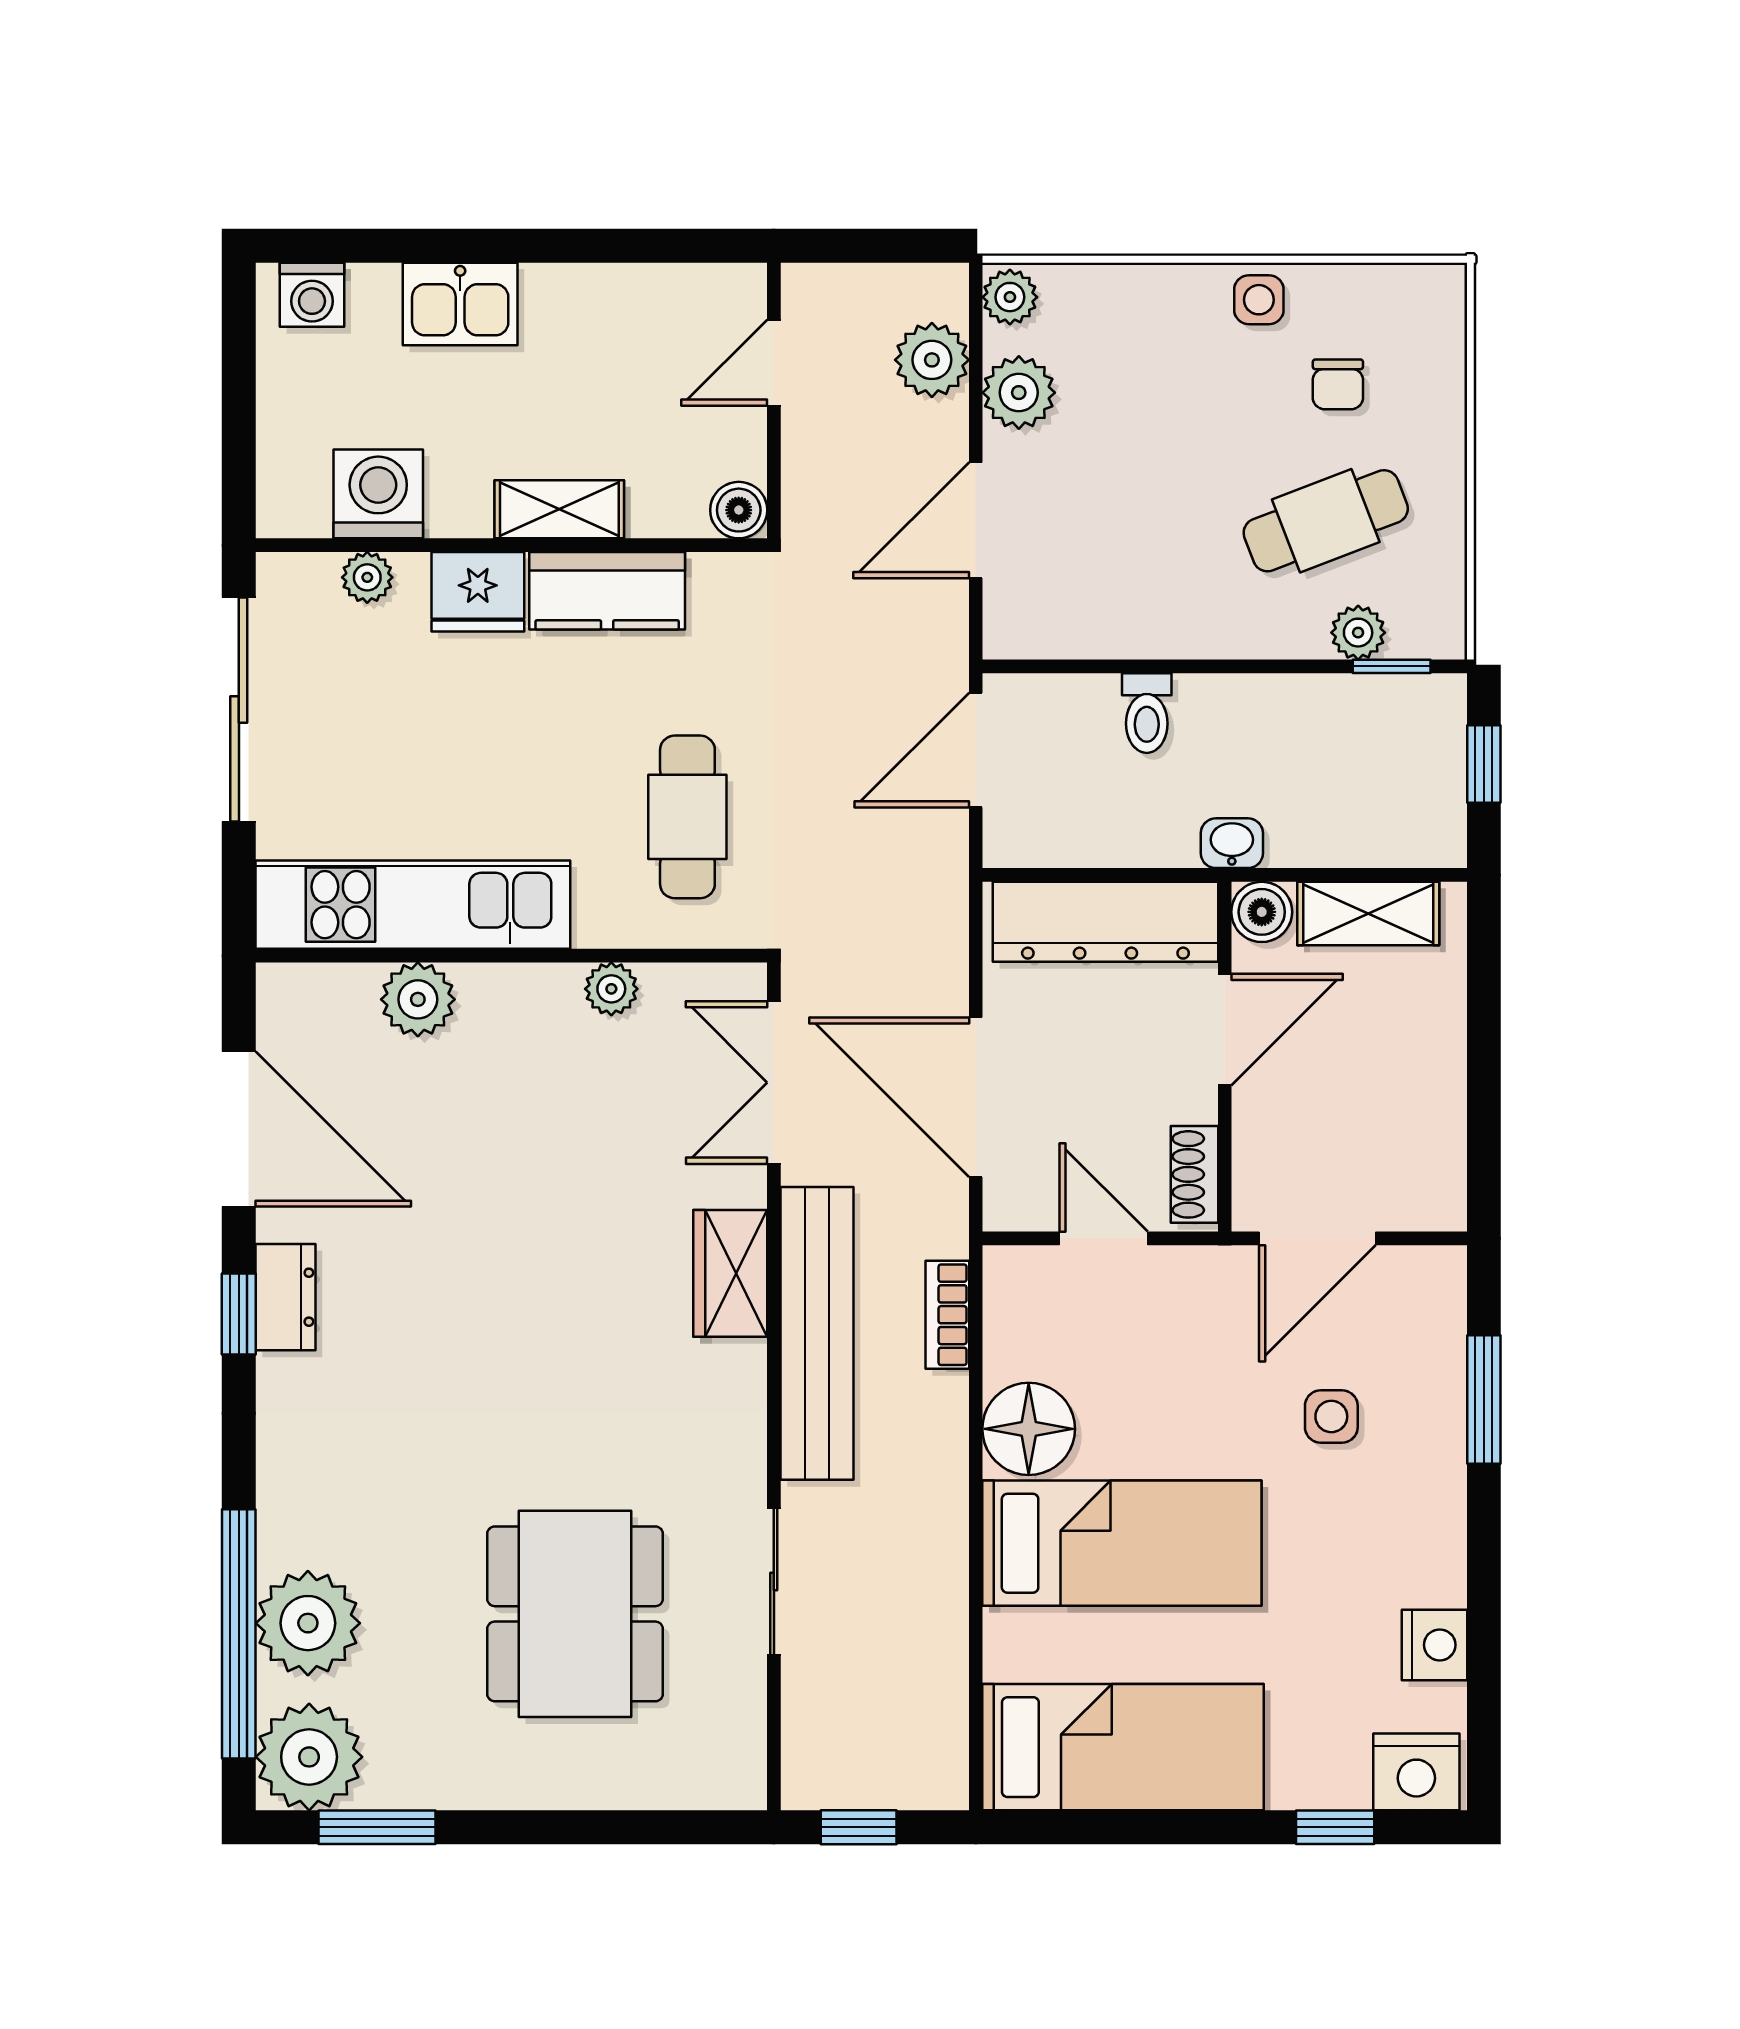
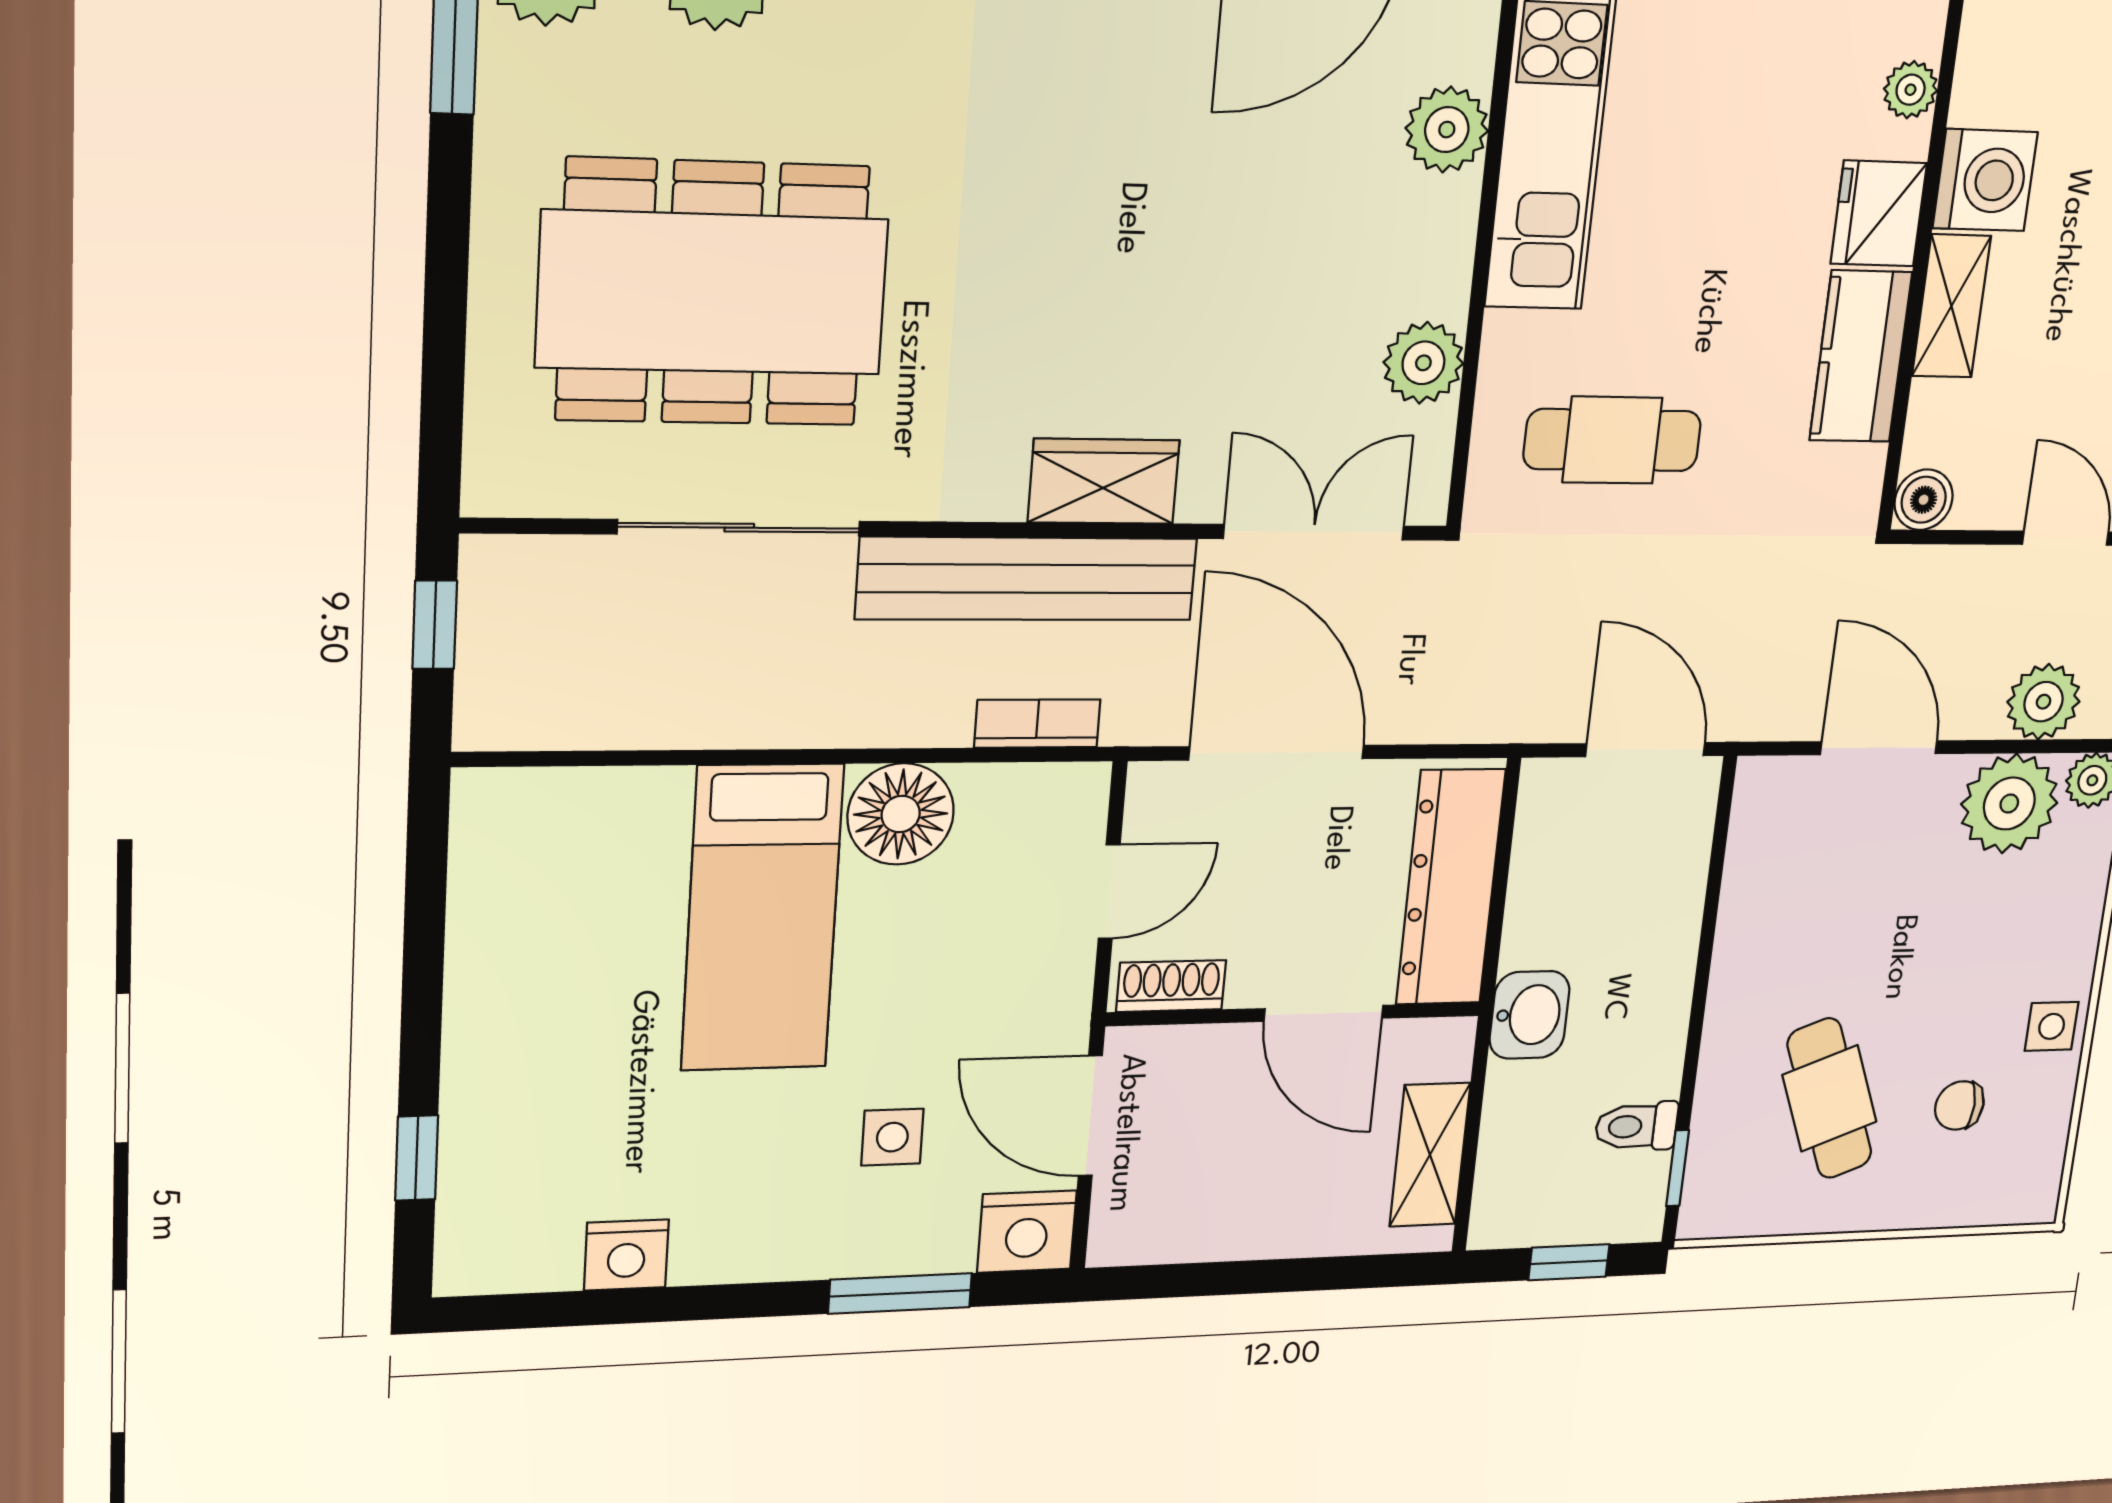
plant: (1019, 393) -> (2009, 803), width x1.36, depth x1.36
washing machine: (378, 494) -> (1985, 180), moved
plant: (1358, 633) -> (1715, 1134), removed
toilet: (1147, 713) -> (1636, 1126), moved
washbasin: (1232, 843) -> (1529, 1015), width x1.38, depth x1.45
boiler: (1262, 912) -> (1443, 1048), removed
plant: (611, 989) -> (1423, 363), width x1.38, depth x1.38
door: (976, 1097) -> (1277, 753), hinge flipped
sliding door: (774, 1581) -> (739, 528), width x1.37
dining table: (575, 1614) -> (713, 293), width x1.36, depth x1.24
bed: (1123, 1747) -> (521, 924), removed
nightstand: (1416, 1772) -> (1027, 1232), moved, turned -90

